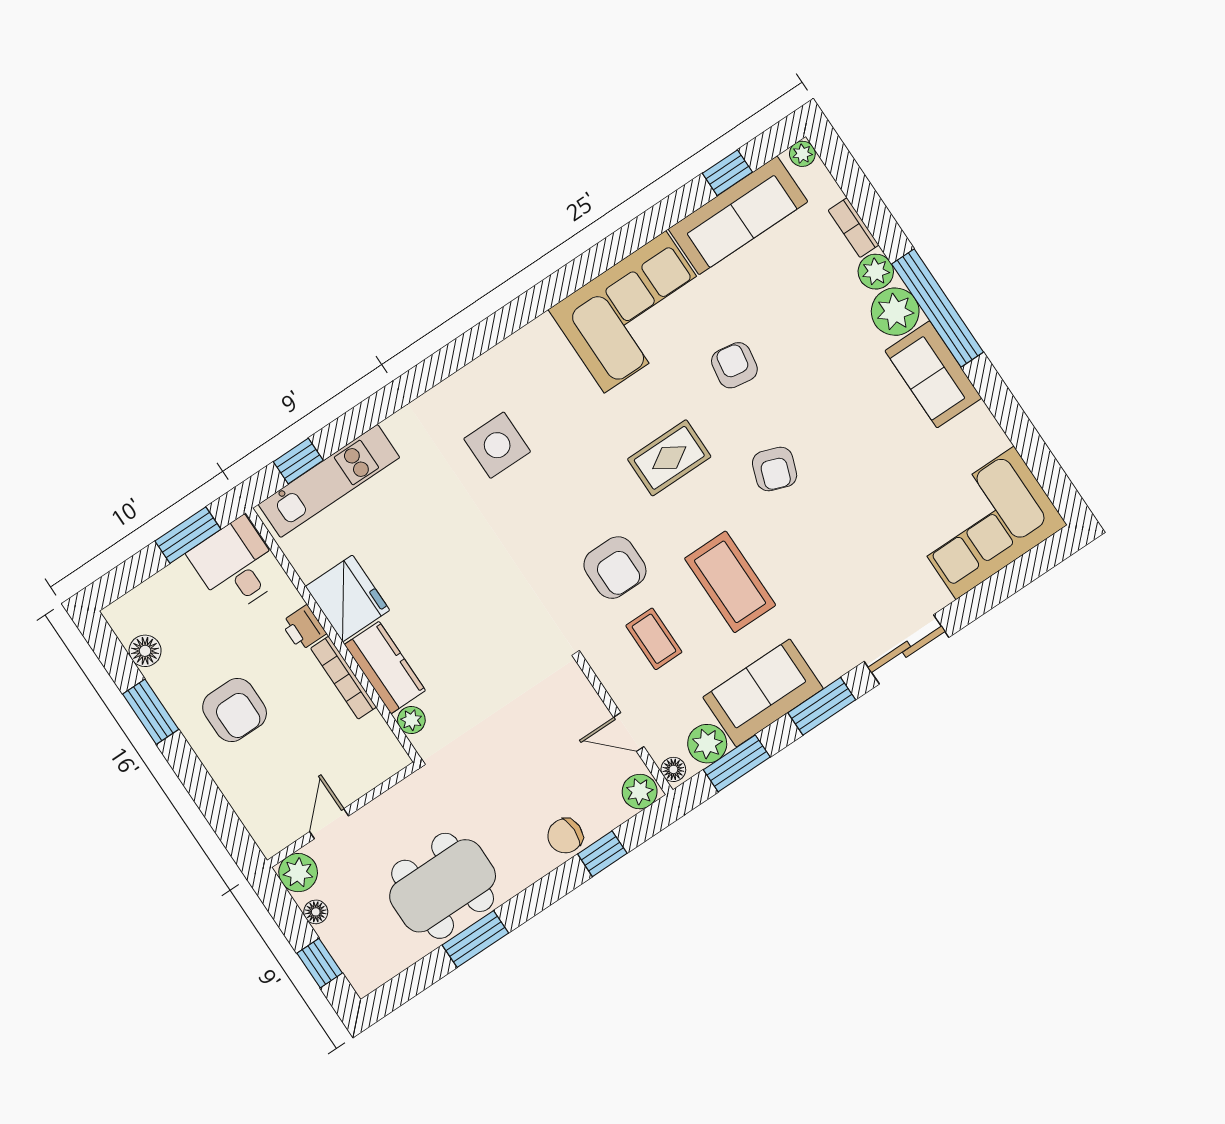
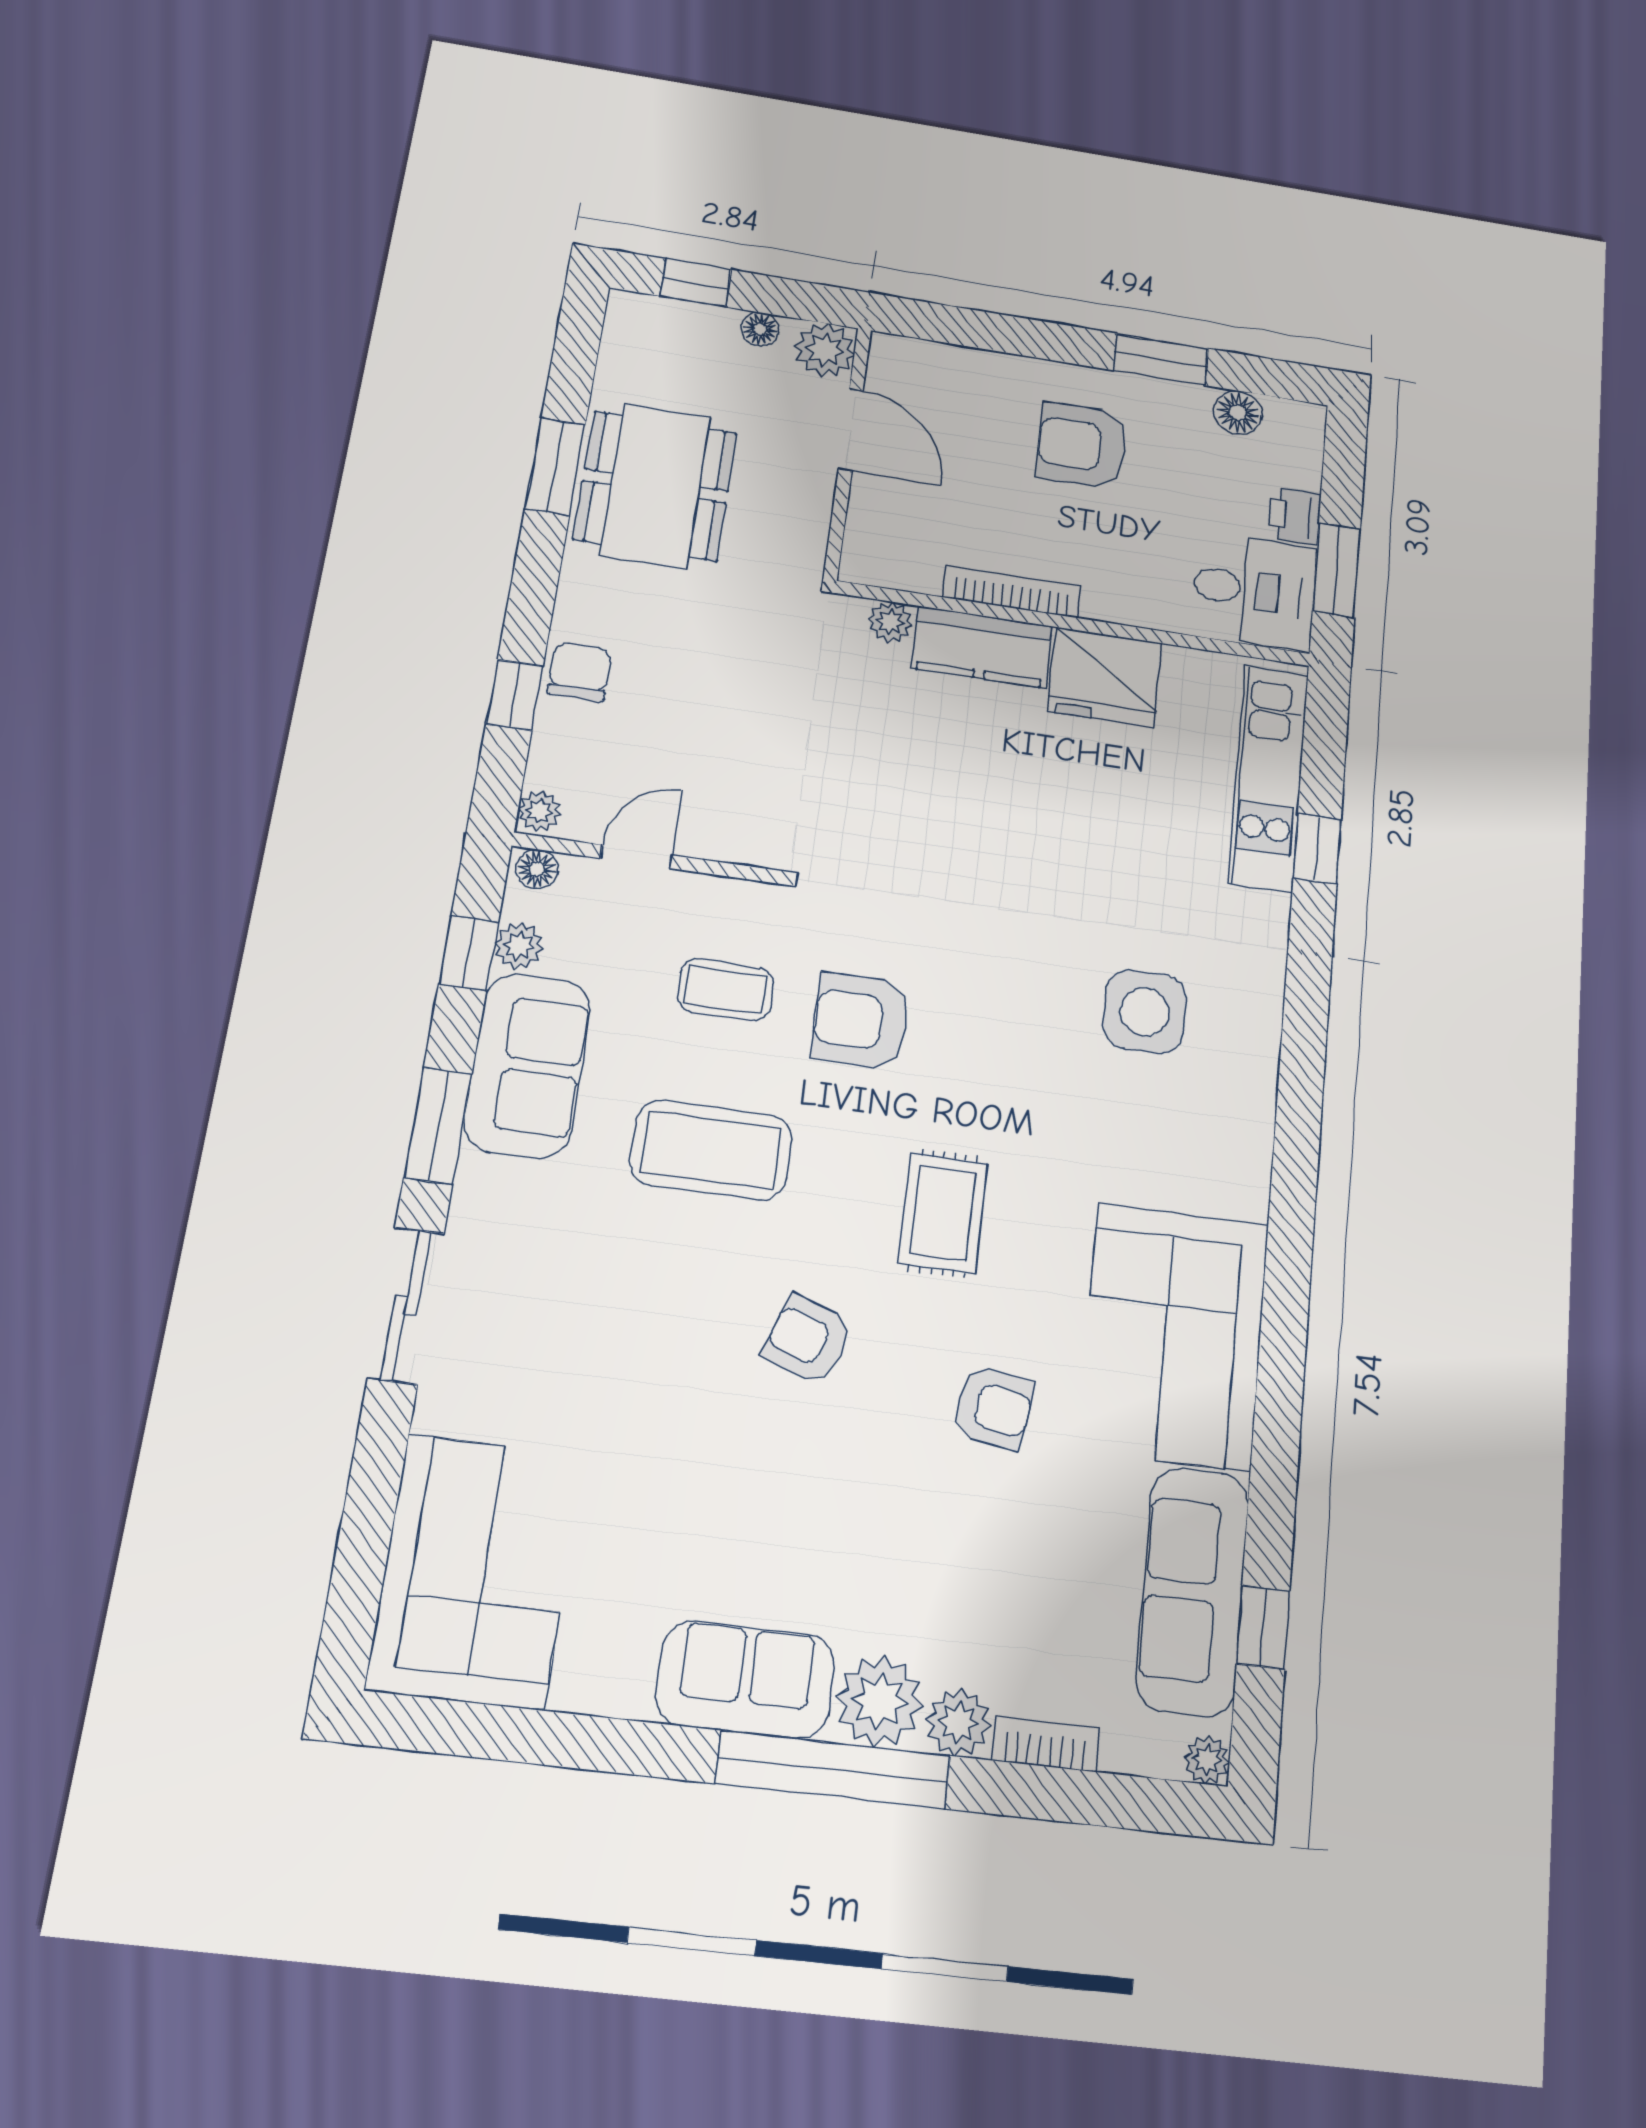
window: (298, 461) -> (1317, 849), moved
printer: (304, 628) -> (1295, 516), moved, turned -90
plant: (707, 744) -> (519, 946), width x0.73, depth x0.73
window: (737, 763) -> (469, 953), width x0.67
plant: (640, 792) -> (539, 811), width x0.73, depth x0.73
door: (329, 824) -> (851, 430), width x1.37

